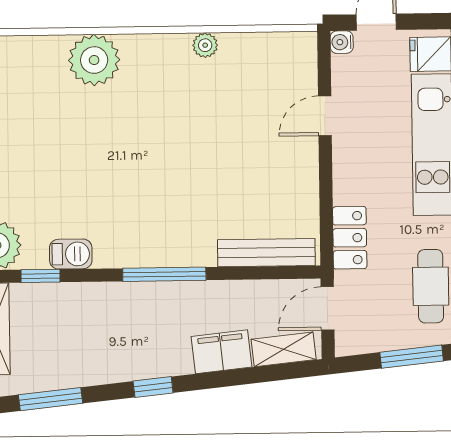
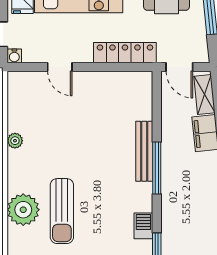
sun lounger: (93, 122) -> (62, 211), added
locker: (350, 238) -> (125, 53), width x1.53
bench: (266, 253) -> (144, 151), moved

